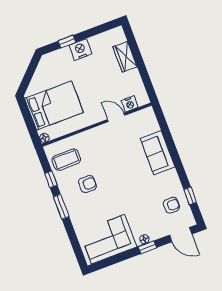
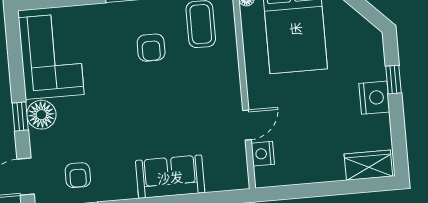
wardrobe: (125, 57) -> (368, 165), moved
floor lamp: (144, 239) -> (41, 115), width x1.89, depth x1.89

